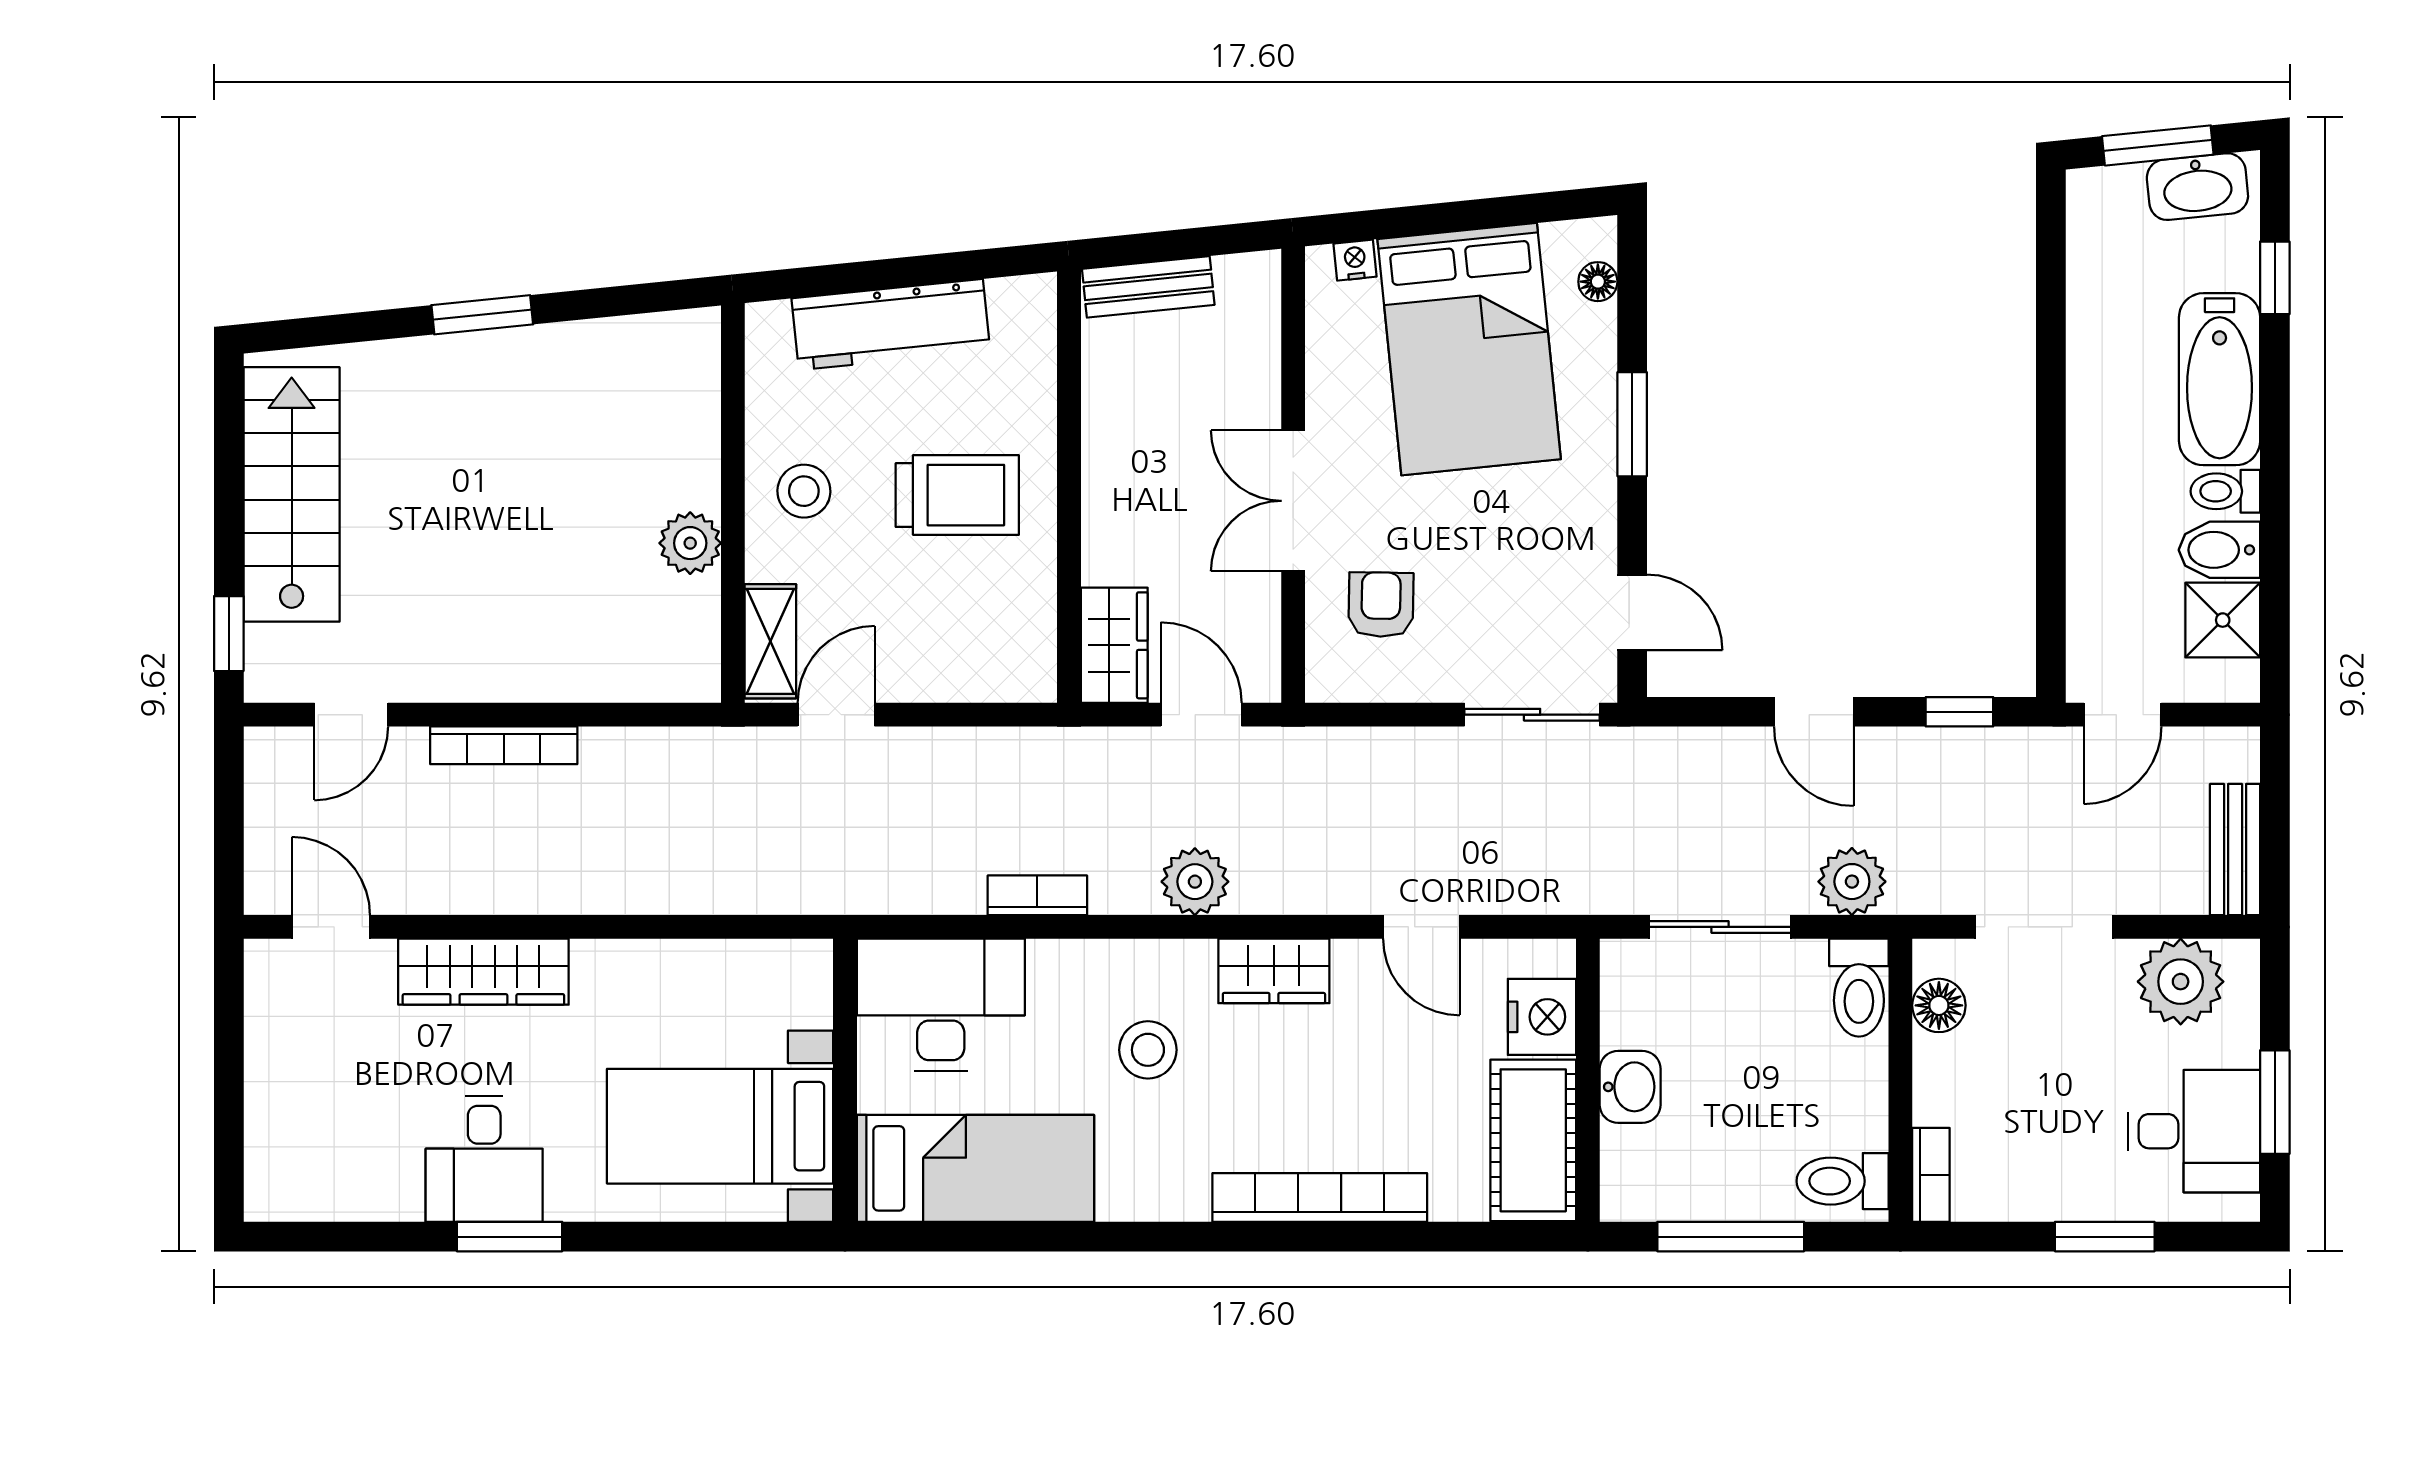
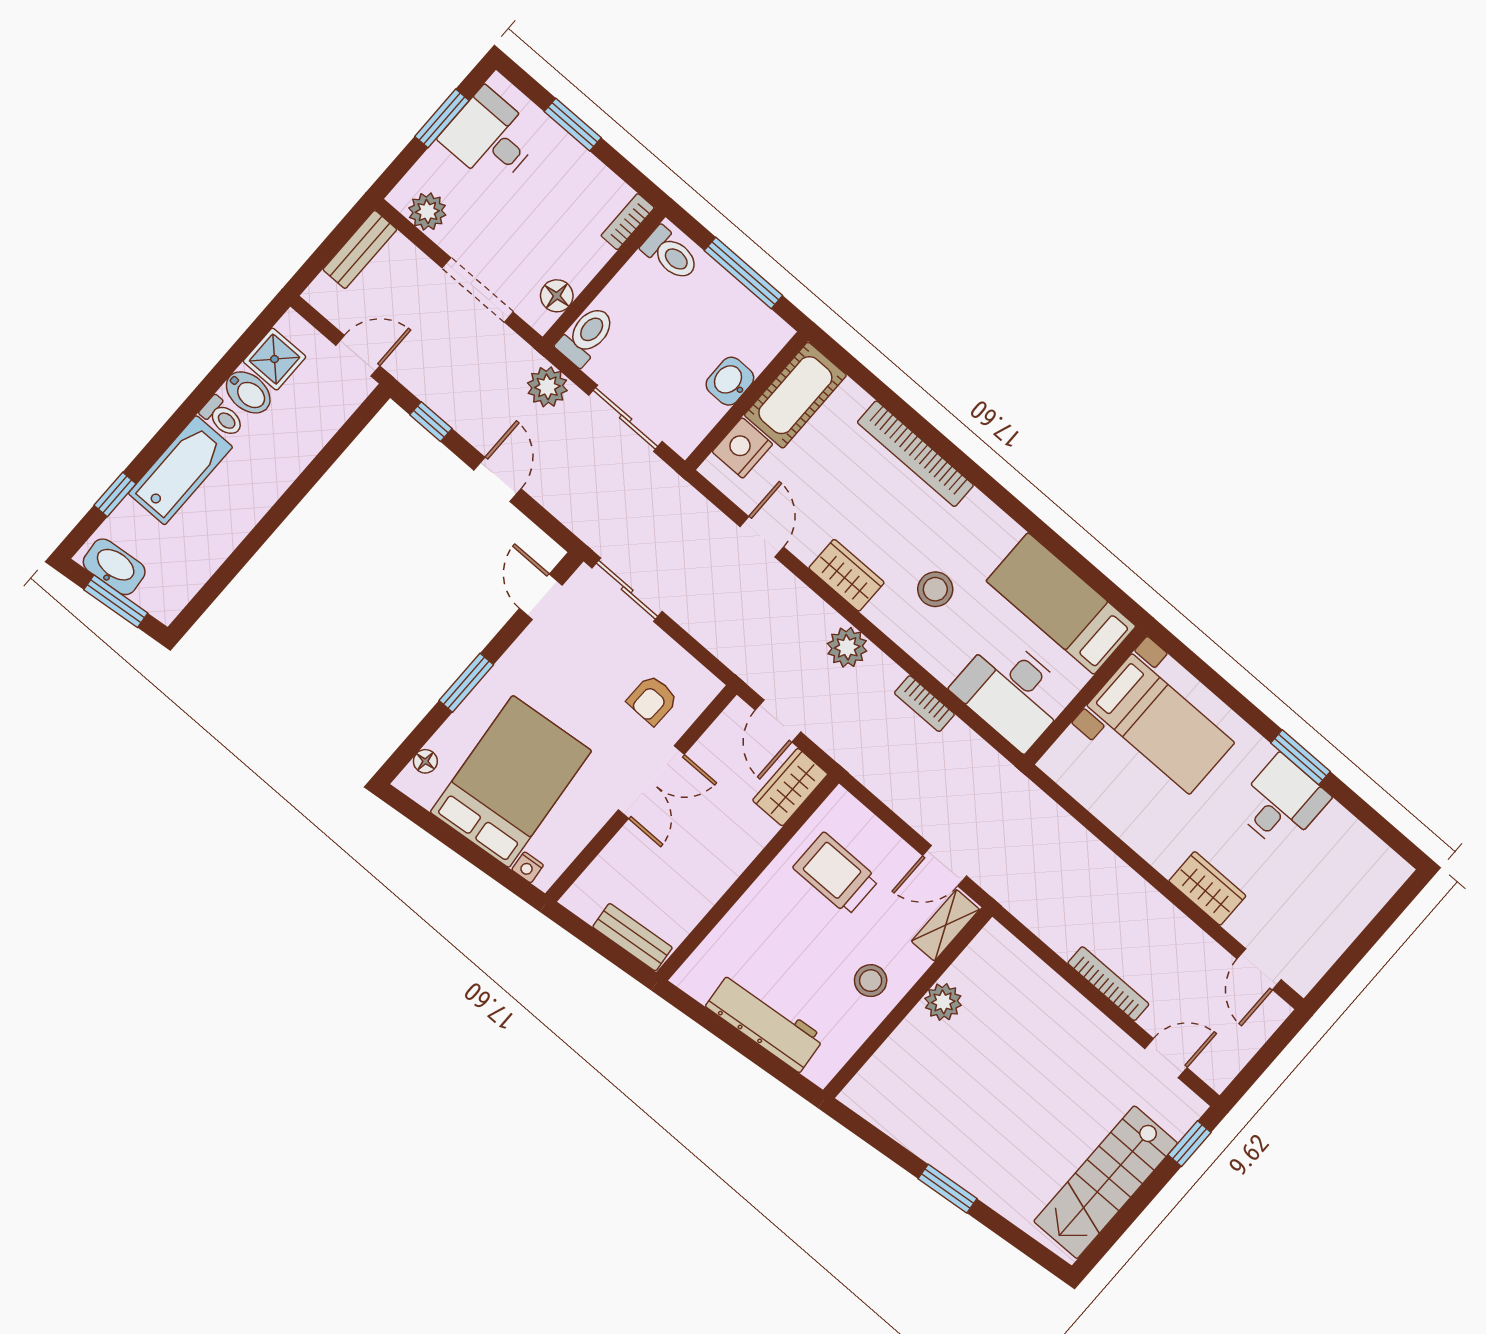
trolley: (957, 495) -> (836, 874), moved
wardrobe: (483, 972) -> (1207, 888), width x0.67
plant: (2181, 982) -> (427, 212), width x0.73, depth x0.73

